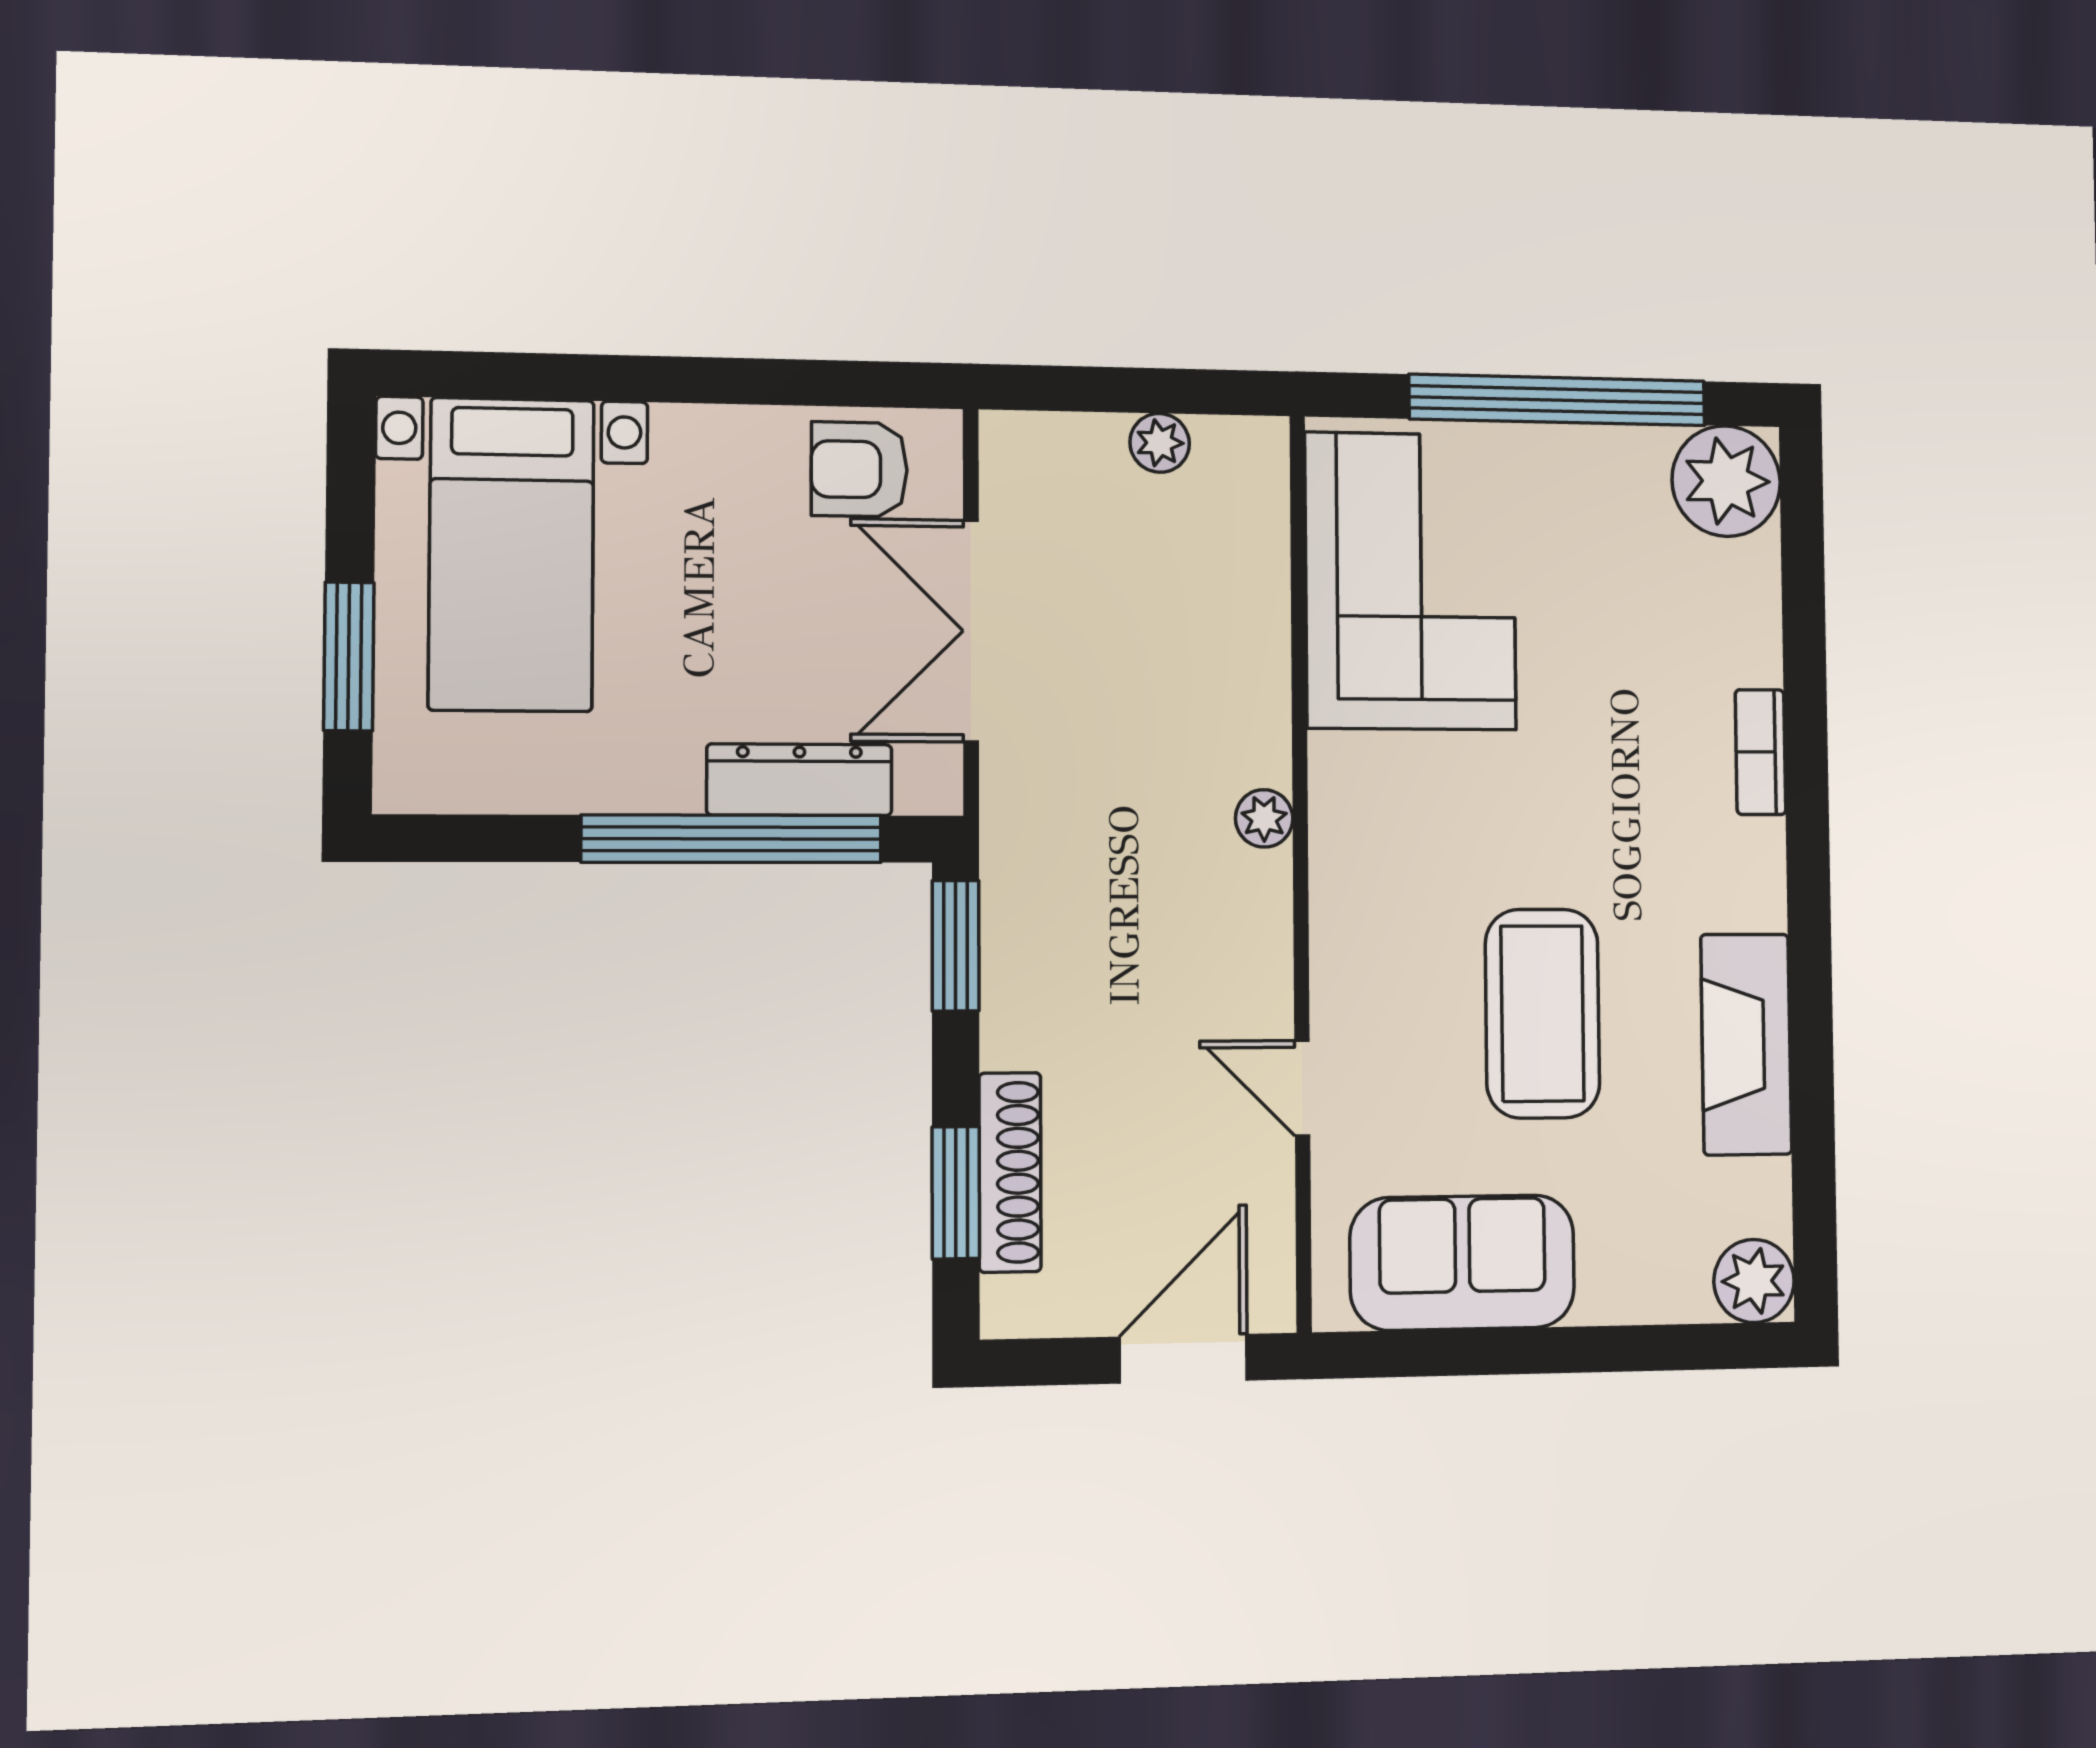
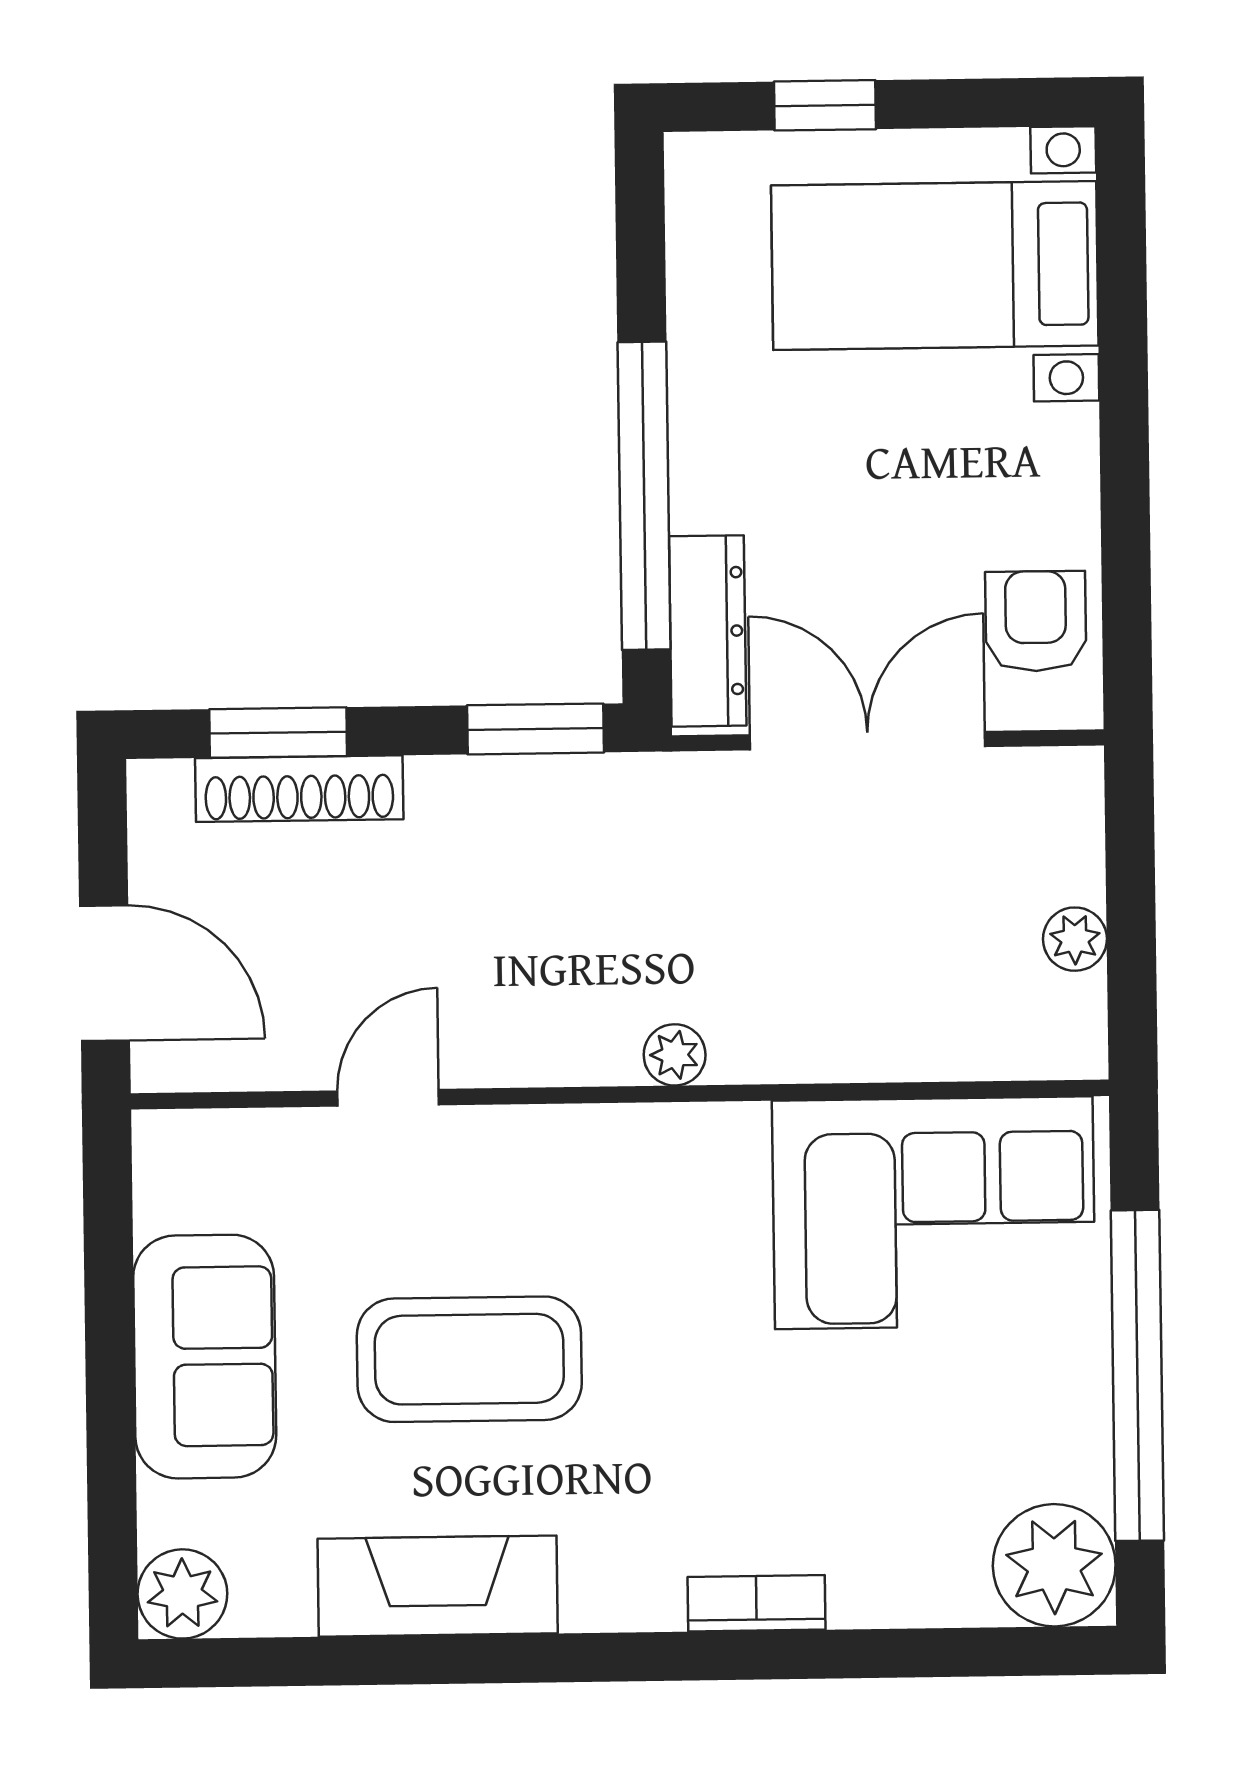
window: (349, 656) -> (825, 105), width x0.67
dresser: (799, 780) -> (708, 631), moved
sofa: (1462, 1263) -> (205, 1357), moved

